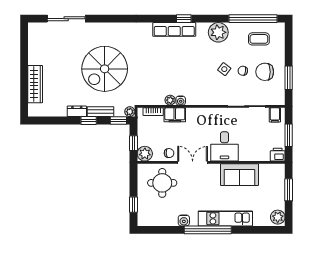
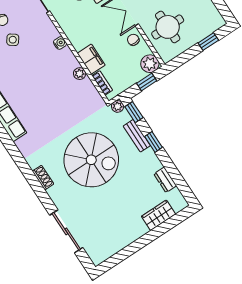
shoe rack: (114, 27) -> (43, 178), added
wardrobe: (35, 84) -> (159, 215), width x0.67
water cooler: (181, 101) -> (60, 43), moved
dresser: (77, 111) -> (165, 180), moved

